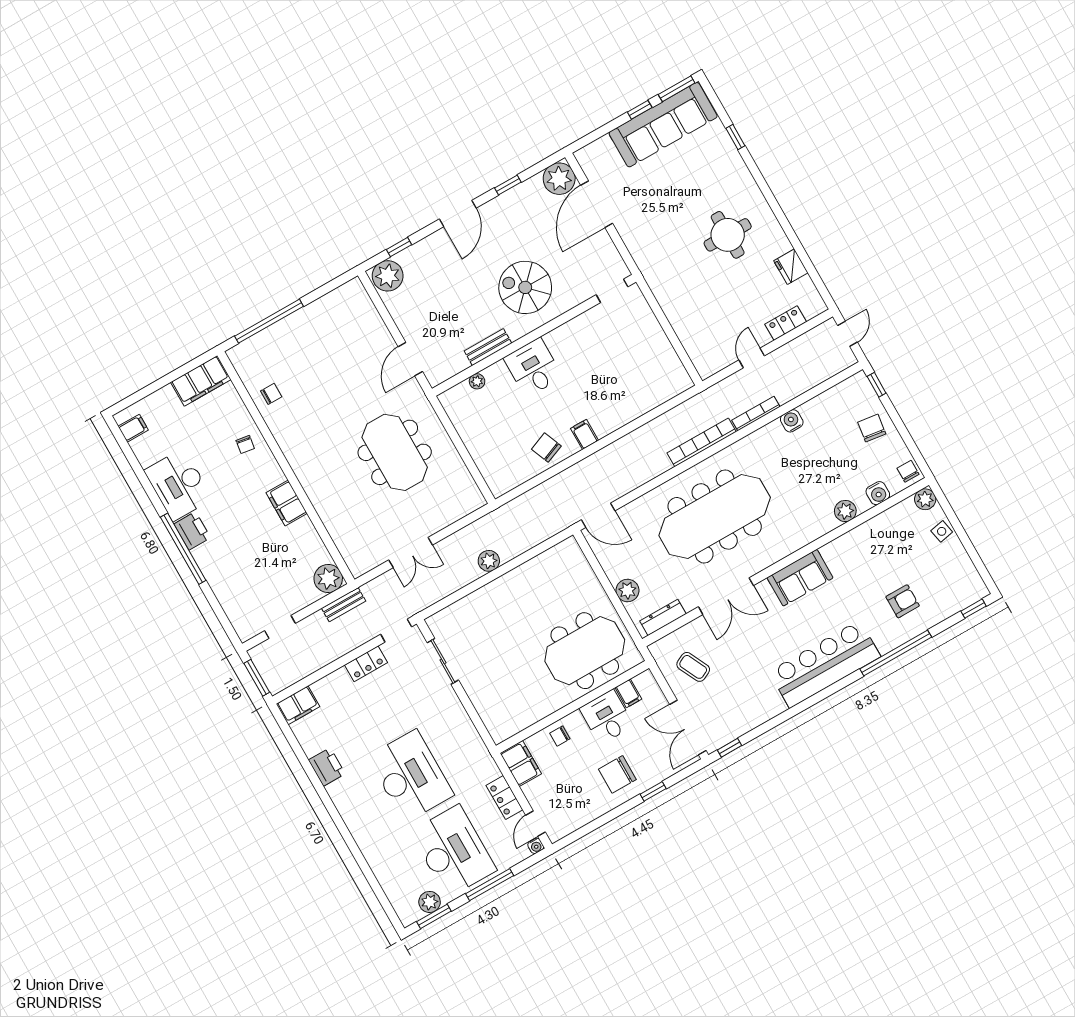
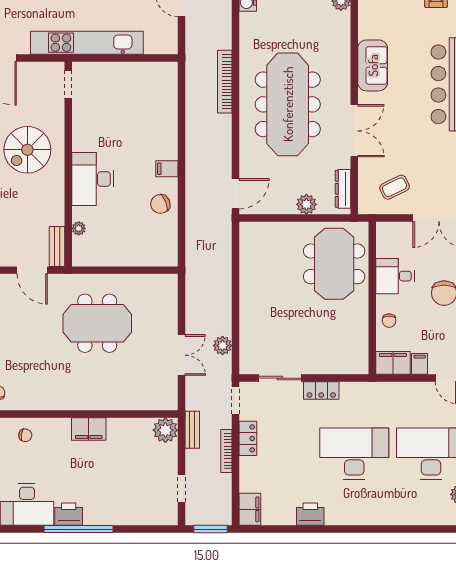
kitchen unit: (663, 286) -> (87, 43), added
bench: (488, 347) -> (57, 246), moved
desk: (533, 368) -> (93, 179), width x1.37
bookcase: (756, 414) -> (226, 451), moved
plant: (489, 561) -> (223, 346), moved
filing cabinet: (628, 693) -> (420, 364), moved, turned -90
locker: (504, 798) -> (321, 391), moved

